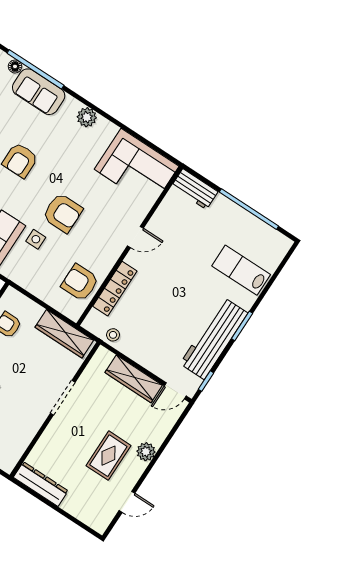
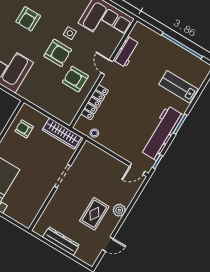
workbench: (195, 189) -> (126, 52), moved, turned -90
door: (135, 237) -> (107, 67), swing flipped
side table: (36, 239) -> (70, 33), moved
armchair: (80, 283) -> (75, 79), moved
wardrobe: (134, 379) -> (109, 162), removed
dresser: (41, 484) -> (61, 241), moved

